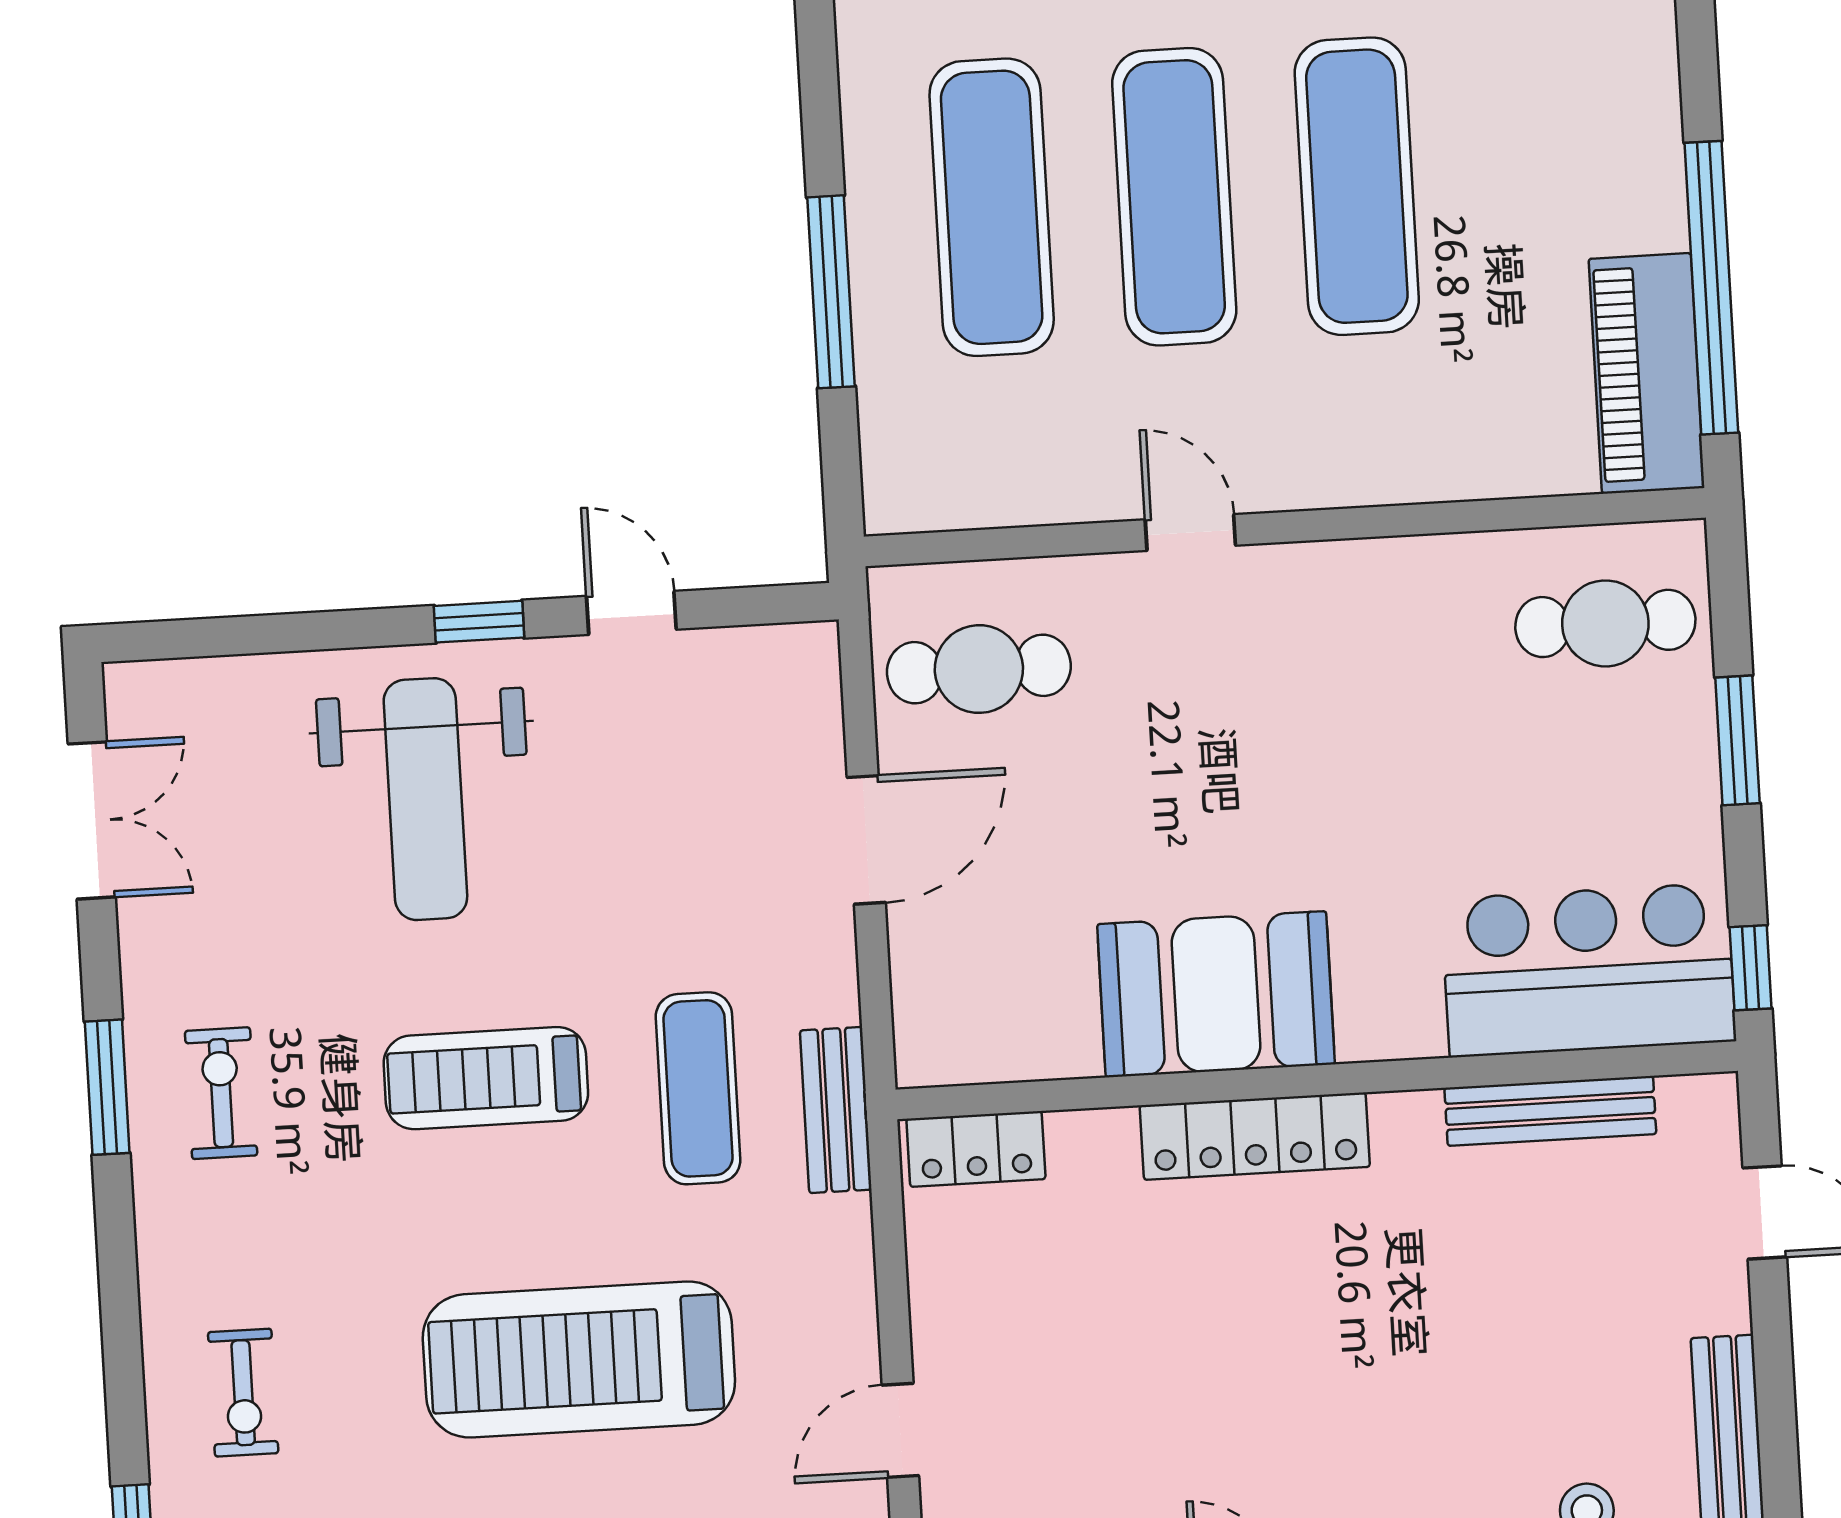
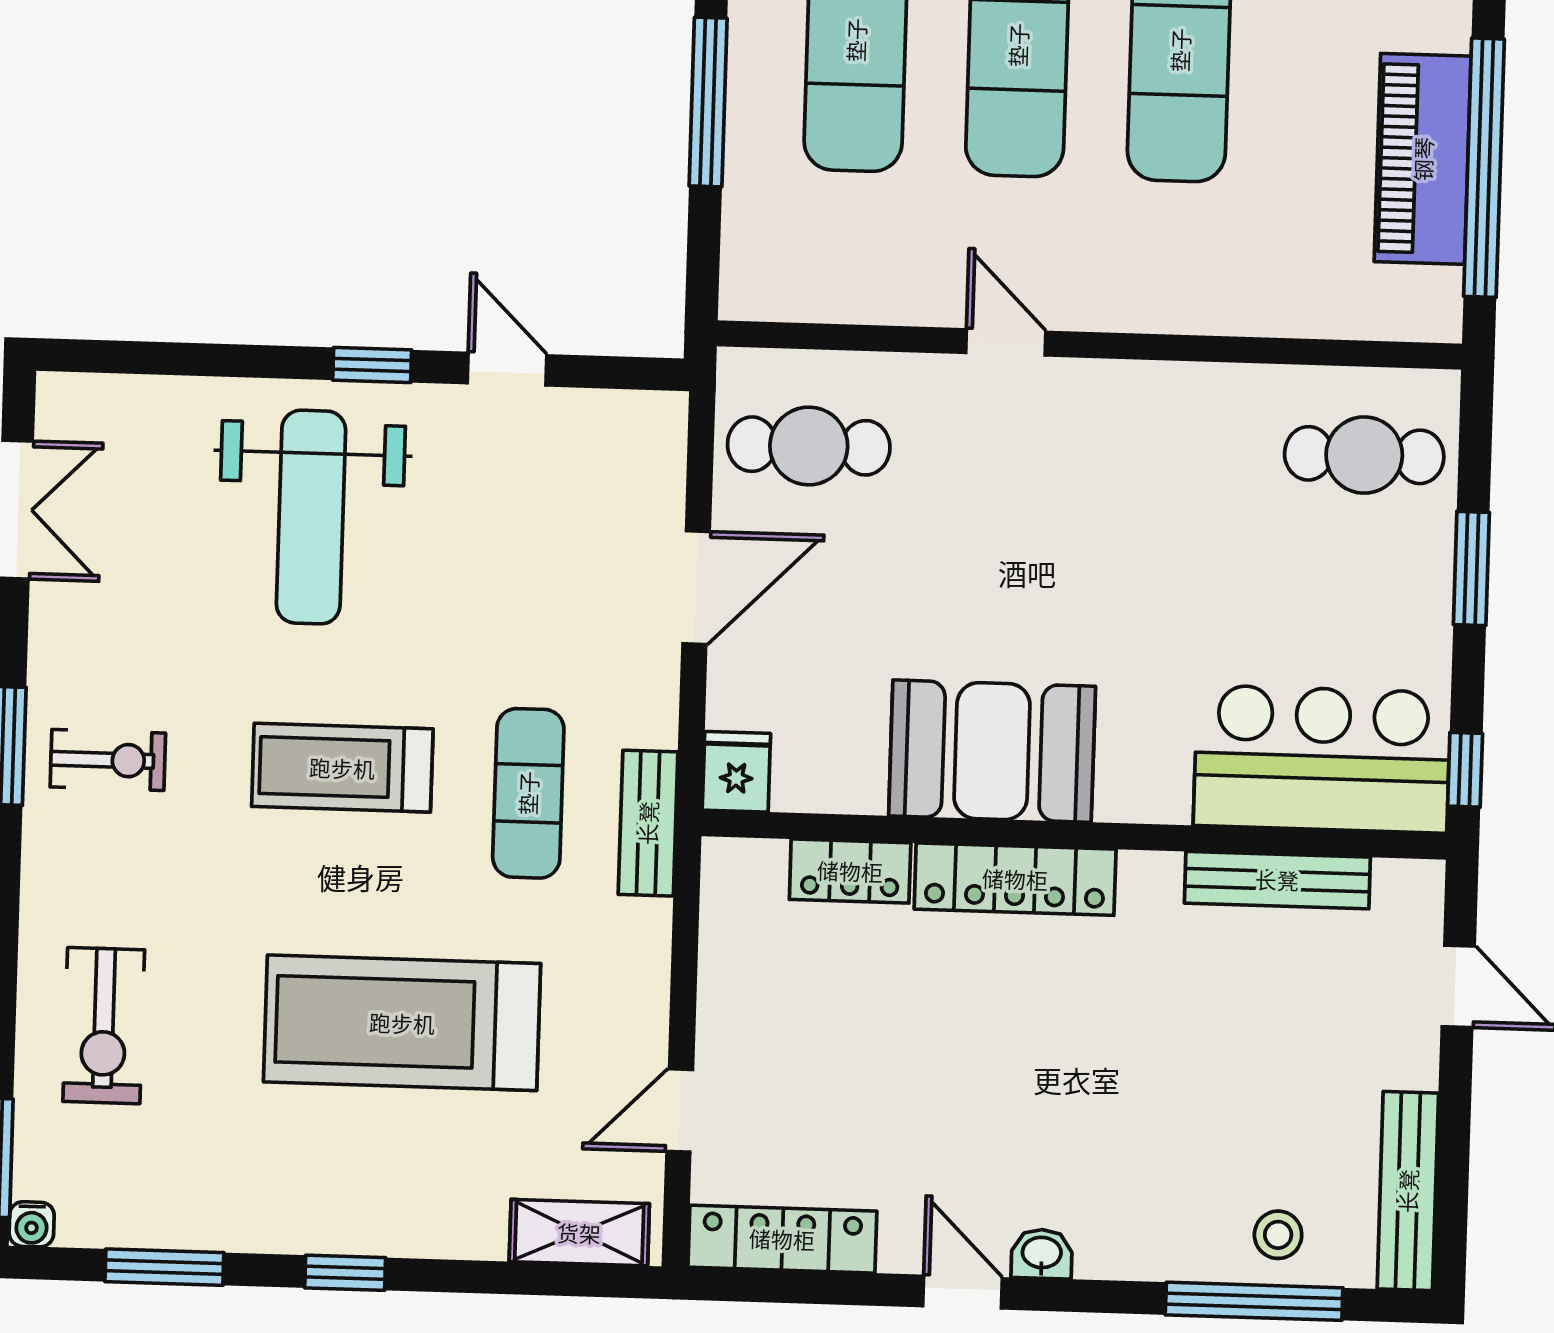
piano: (1647, 373) -> (1423, 159), moved
fridge: (930, 1043) -> (736, 772), added
exercise bike: (221, 1093) -> (108, 760), turned 90
locker: (976, 1149) -> (850, 871), moved
exercise bike: (243, 1393) -> (104, 1026), width x1.38, depth x1.39

